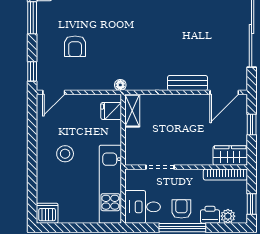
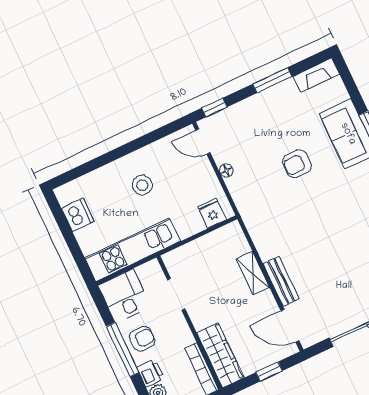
armchair: (75, 46) -> (297, 164), moved
floor lamp: (120, 85) -> (226, 171), moved
shelving: (132, 111) -> (253, 273), moved, turned 90
wardrobe: (230, 156) -> (220, 355), width x1.50
dishwasher: (47, 213) -> (78, 215), moved

